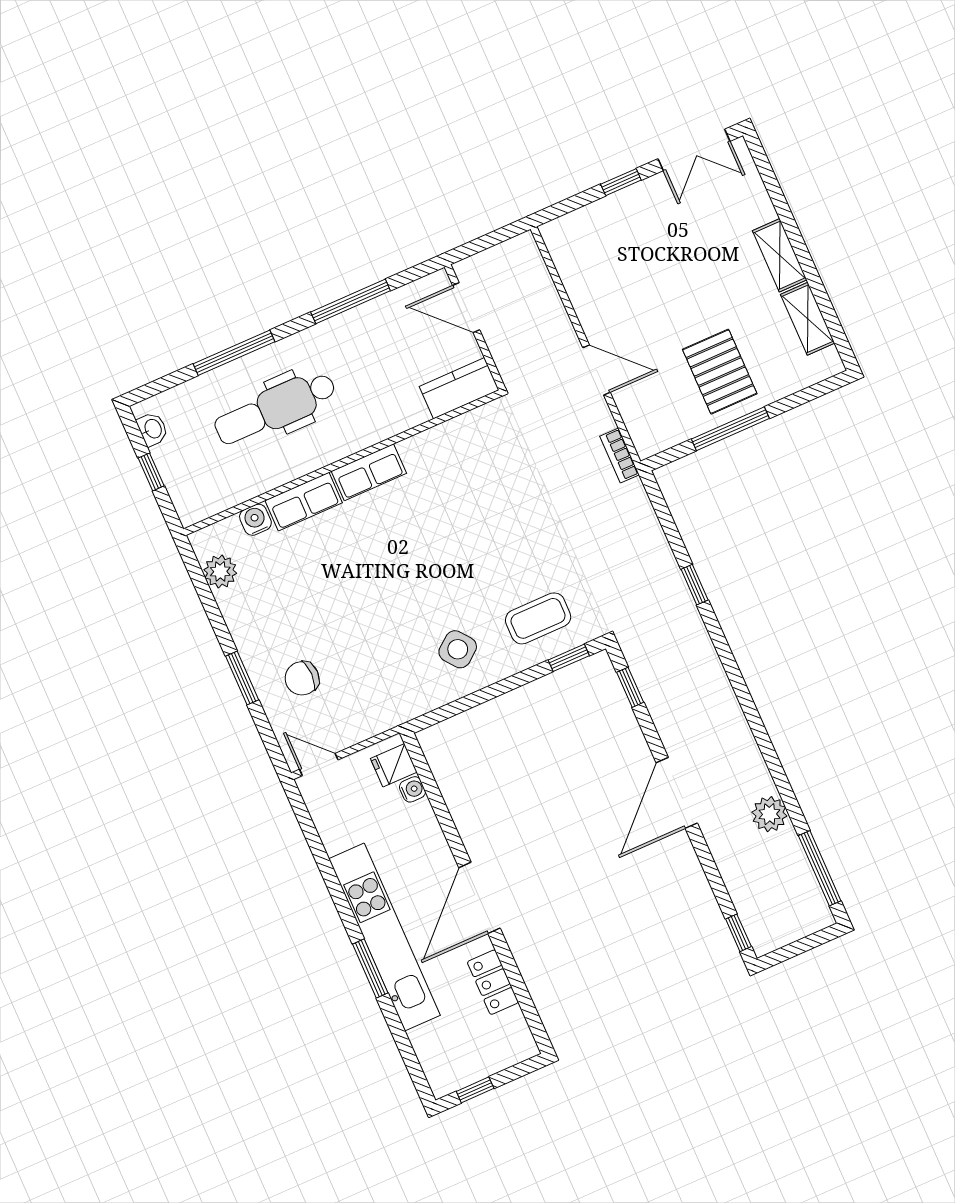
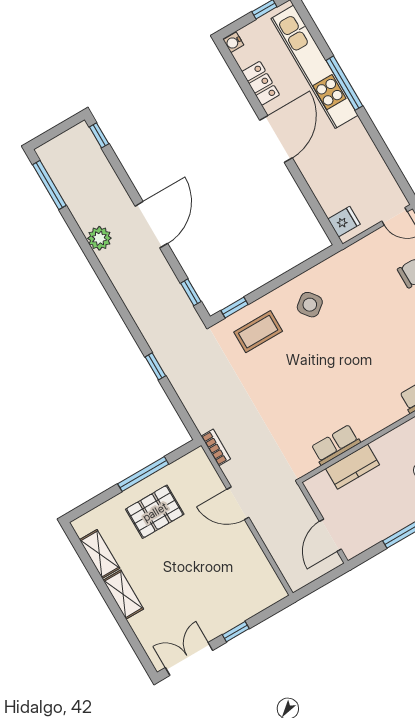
door: (466, 308) -> (330, 535), swing flipped
pallet: (720, 372) -> (155, 512), turned 90
kitchen counter: (459, 388) -> (352, 467), moved
row of seats: (369, 472) -> (336, 445), moved
water cooler: (412, 789) -> (233, 42), moved
plant: (769, 814) -> (99, 238), moved
kitchen unit: (384, 937) -> (315, 67), moved
window: (370, 968) -> (344, 83), width x1.44

